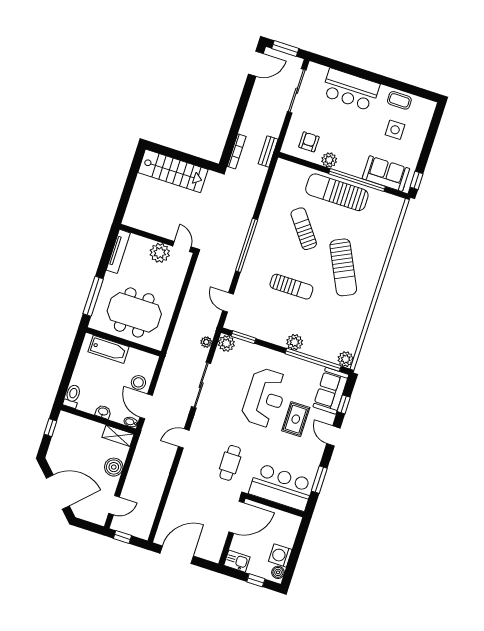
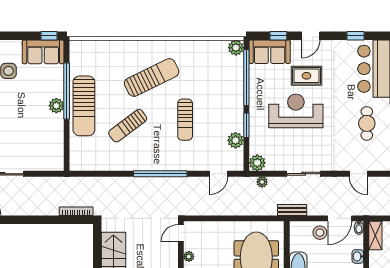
armchair: (309, 142) -> (46, 147), removed
bench: (268, 151) -> (292, 210), moved
plant: (329, 160) -> (56, 106), moved
sofa: (386, 174) -> (43, 52), moved, turned -90
plant: (160, 253) -> (189, 256), width x0.53, depth x0.53
sun lounger: (291, 287) -> (185, 120), turned 180
window: (243, 337) -> (246, 125), moved
plant: (295, 342) -> (236, 140), moved
sliding door: (201, 385) -> (304, 174), width x0.73
cafe table: (230, 463) -> (367, 123), turned 90
window: (319, 480) -> (355, 36), width x0.67

